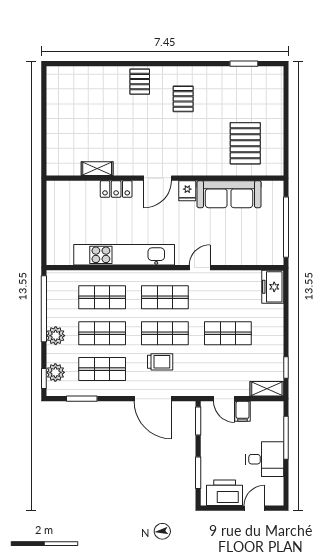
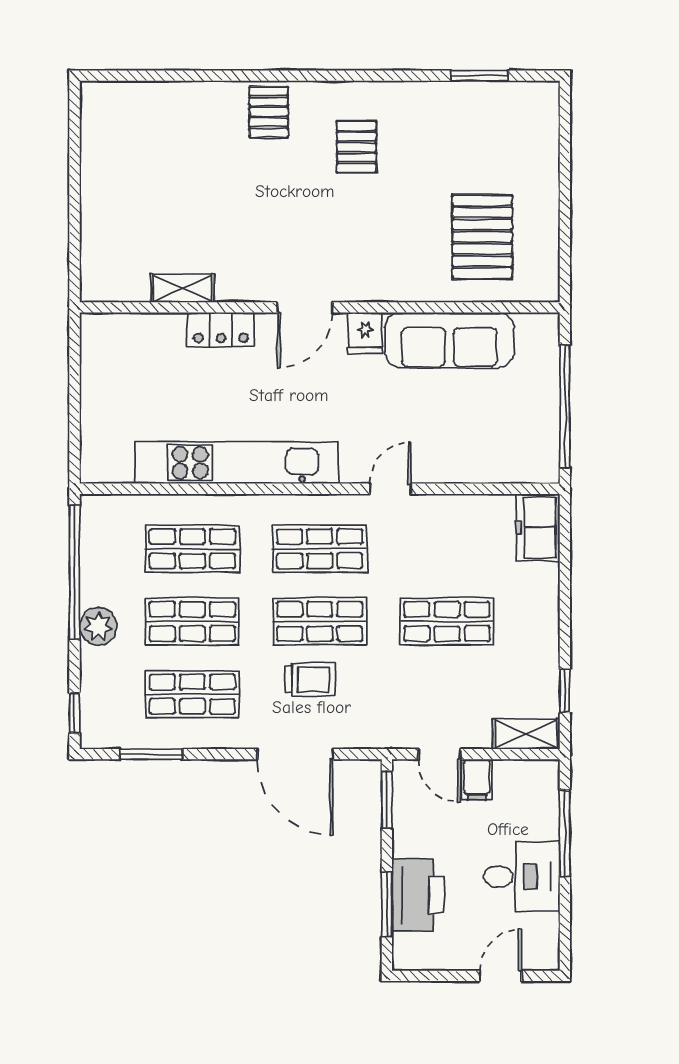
plant: (55, 372) -> (98, 701), removed
printer: (225, 493) -> (418, 895), moved, turned 90

